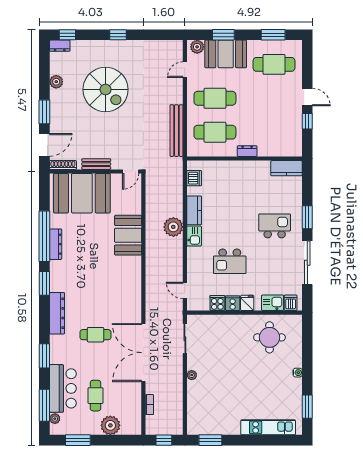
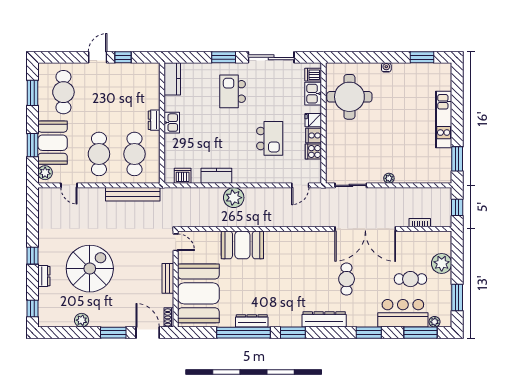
dresser: (60, 46) -> (44, 276), moved
shoe rack: (63, 165) -> (169, 317), width x0.70
kitchen sink: (194, 236) -> (172, 123), moved, turned 90
round table: (269, 337) -> (349, 97), width x1.36, depth x1.36
kitchen unit: (268, 427) -> (444, 119), moved

